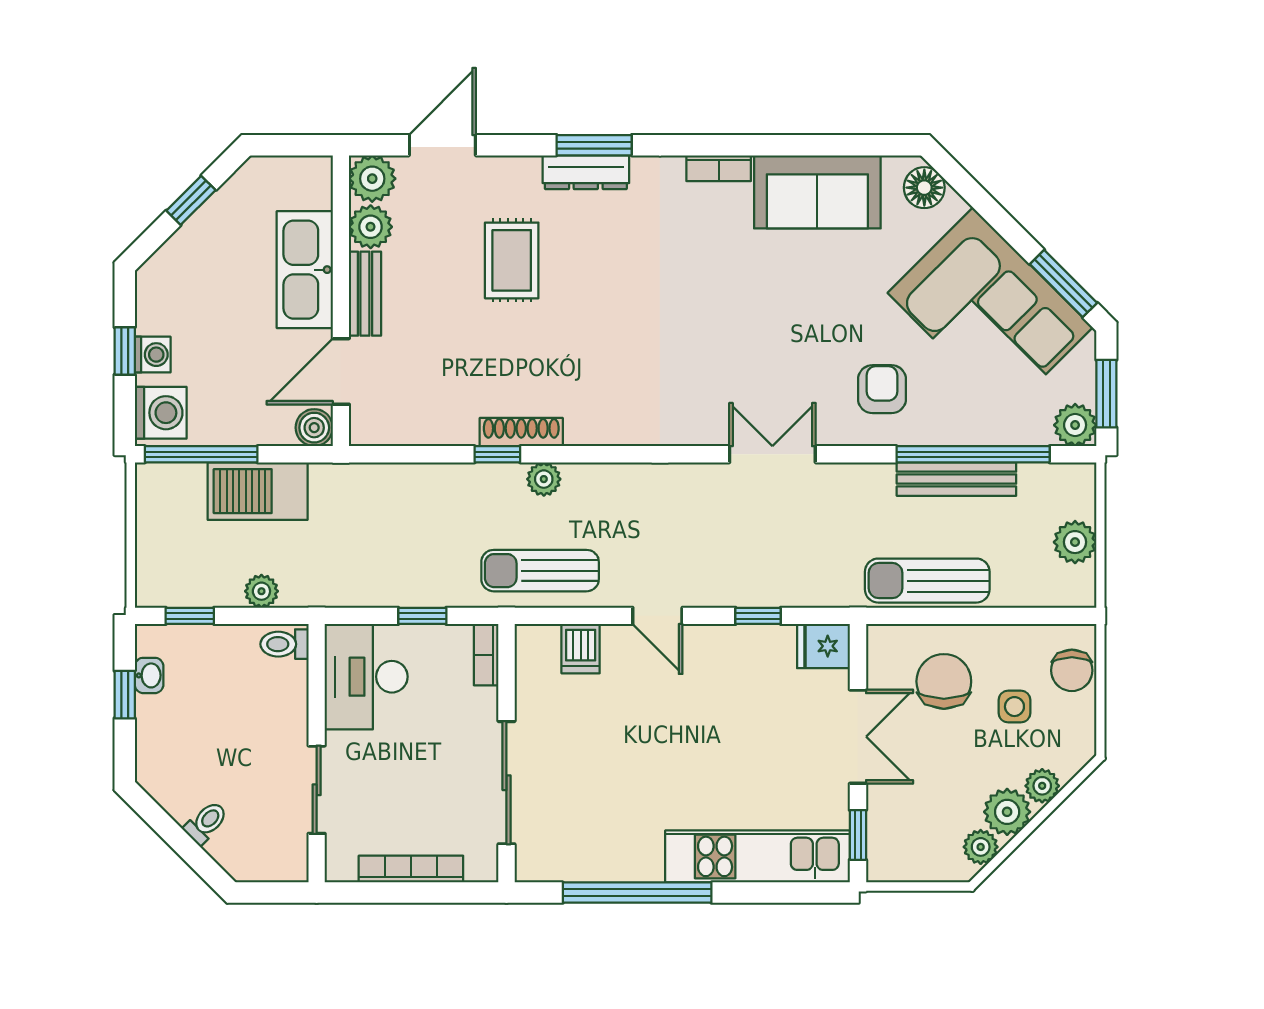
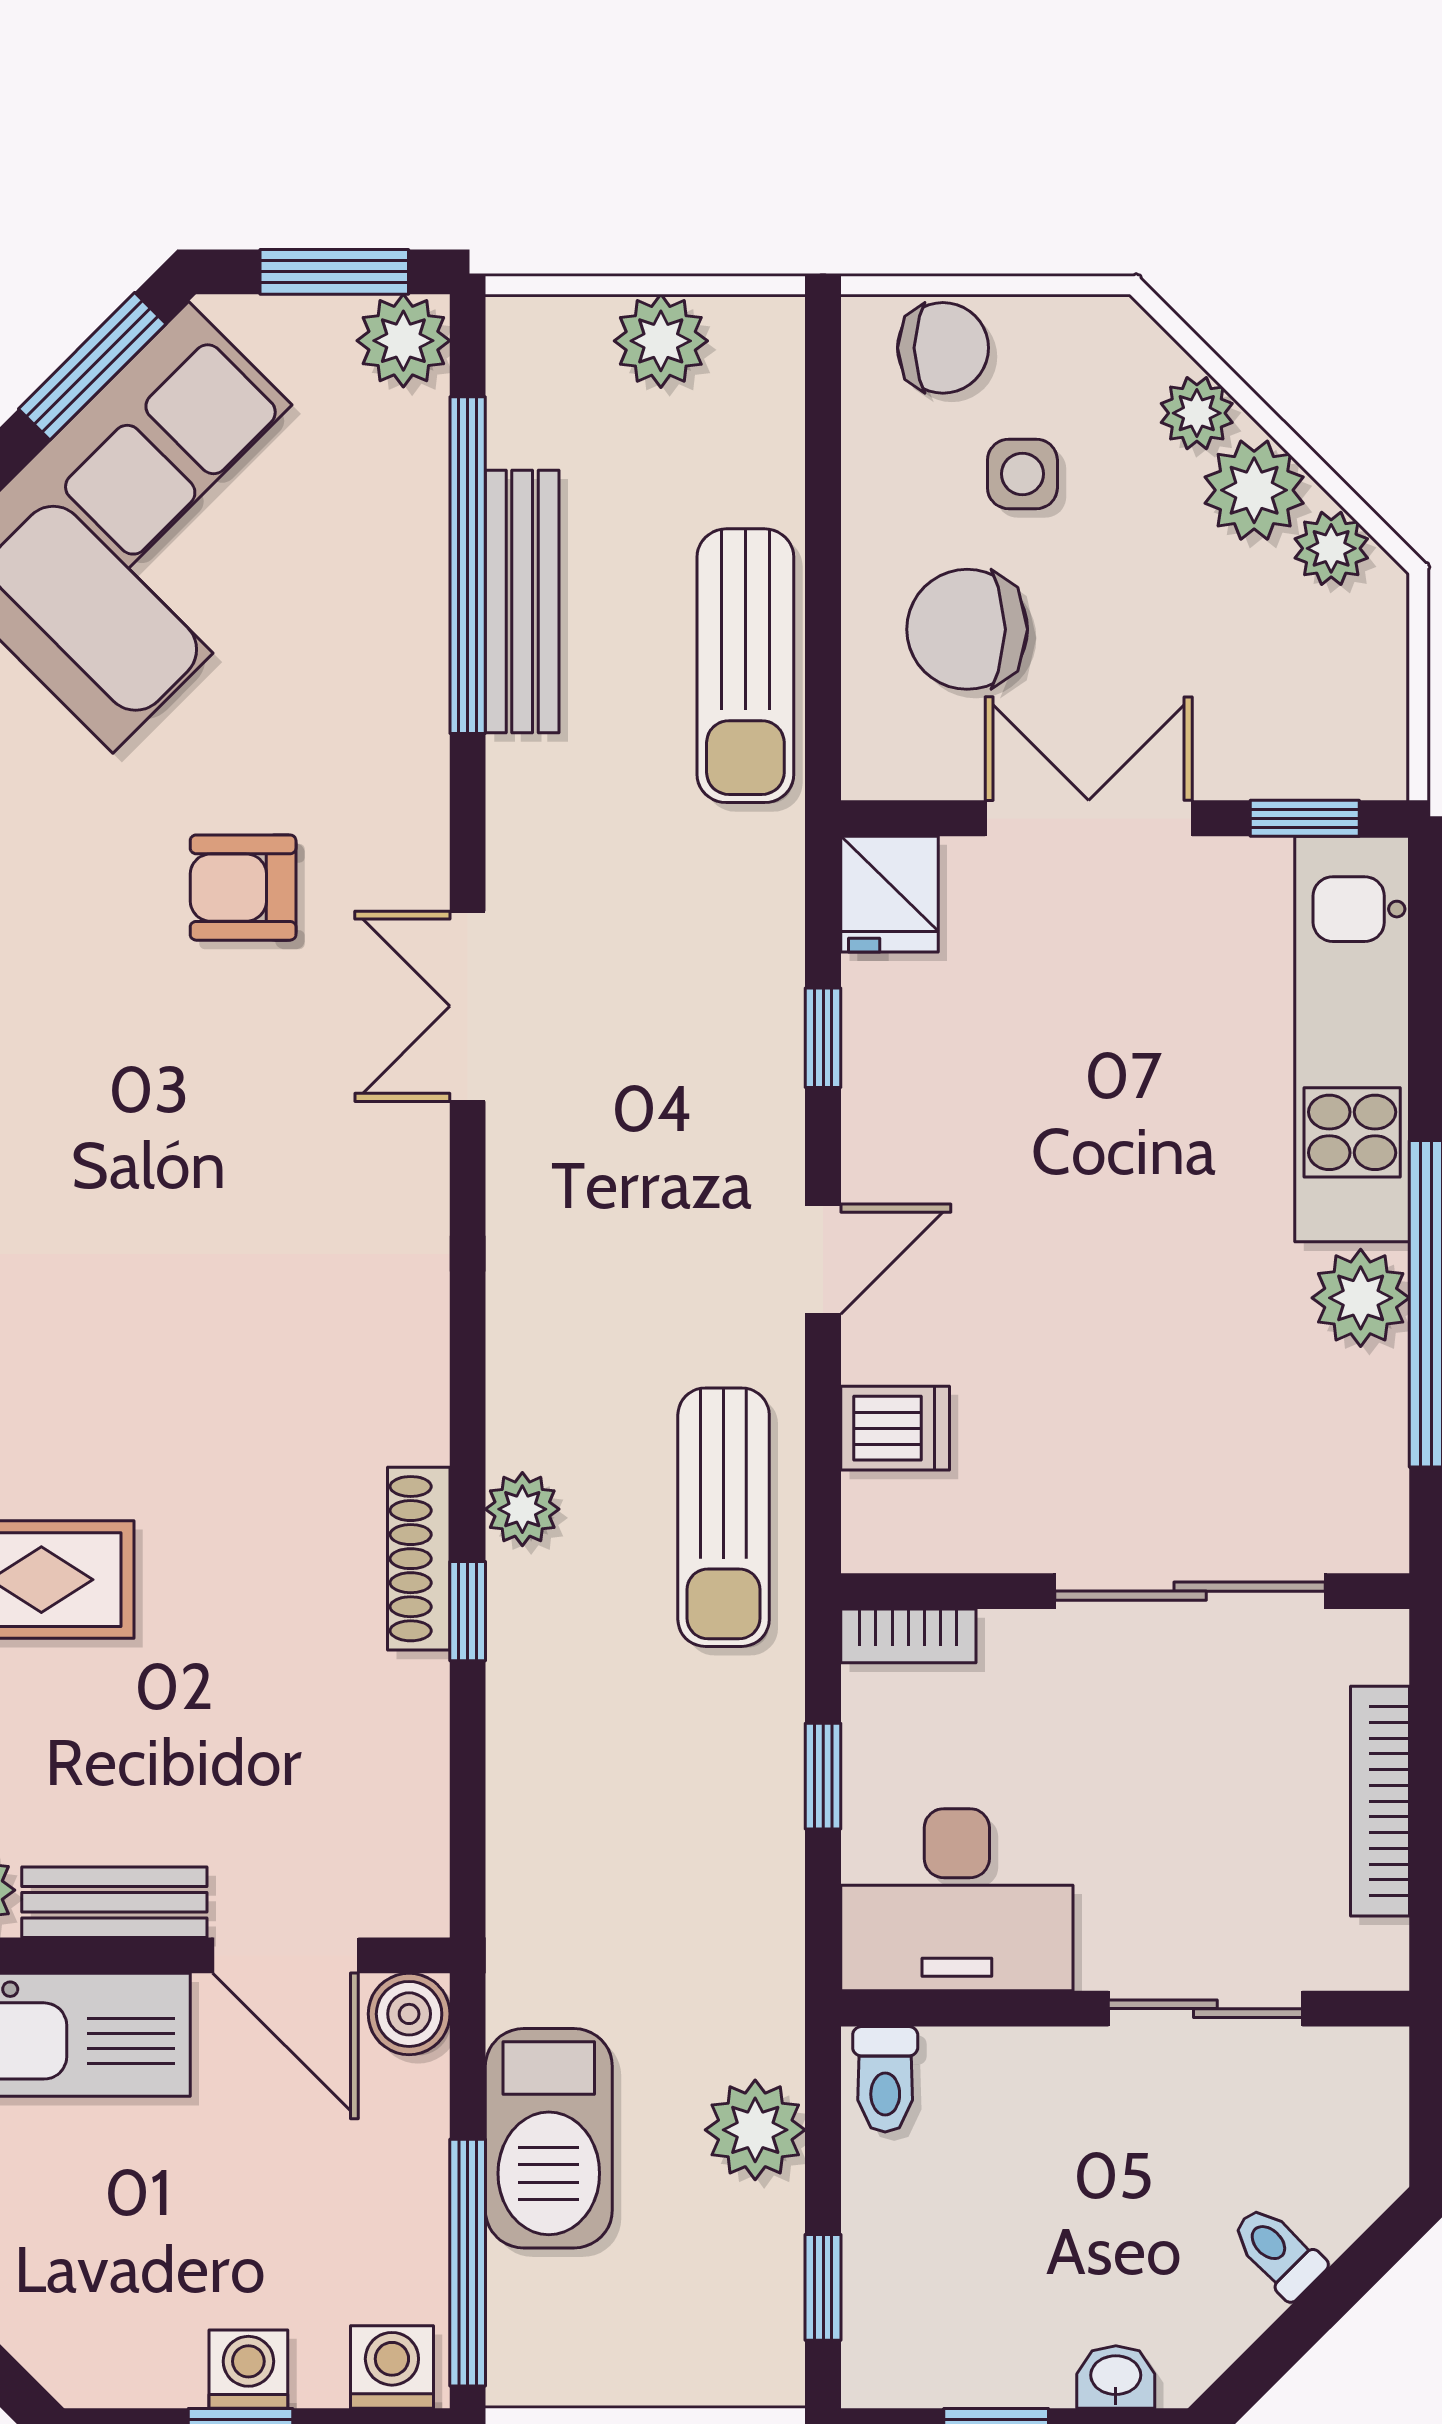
armchair: (882, 389) -> (243, 888), moved
washing machine: (161, 413) -> (392, 2367), width x0.73, depth x0.73
plant: (261, 591) -> (755, 2130), width x1.38, depth x1.38
washbasin: (149, 675) -> (1116, 2377), moved
plant: (640, 860) -> (1361, 1298), added

